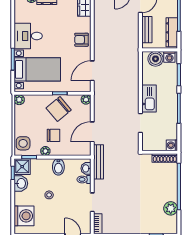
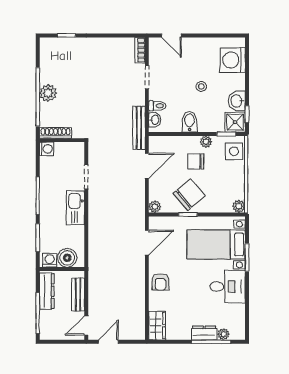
armchair: (81, 40) -> (160, 282), turned 90
plant: (171, 208) -> (48, 93), moved

